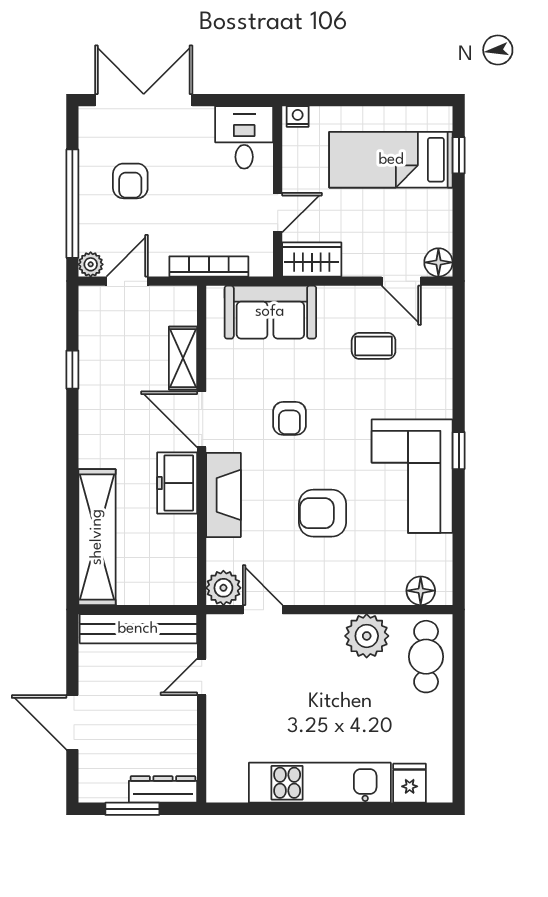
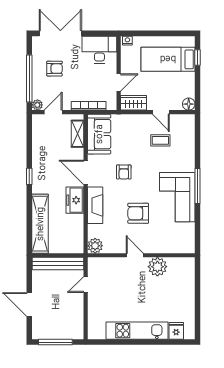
desk: (244, 137) -> (99, 50), width x1.37
armchair: (130, 181) -> (55, 69), turned -90
door: (401, 281) -> (161, 112), moved
sofa: (270, 312) -> (99, 134), moved, turned -90
shelving: (183, 358) -> (77, 134), moved
window: (72, 370) -> (29, 176), moved
window: (459, 451) -> (198, 186), width x2.17
floor lamp: (421, 591) -> (181, 247), removed
door: (263, 610) -> (135, 255), moved
cafe table: (426, 657) -> (183, 276), removed
dresser: (163, 789) -> (69, 334), removed
window: (132, 809) -> (55, 342), width x1.44

